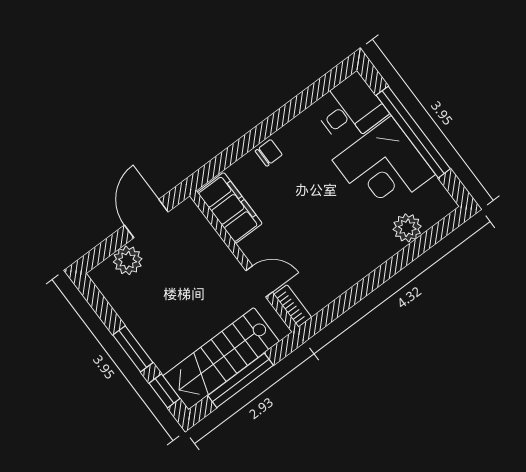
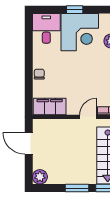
window: (413, 132) -> (75, 10), width x0.32
plant: (128, 260) -> (40, 177), moved

